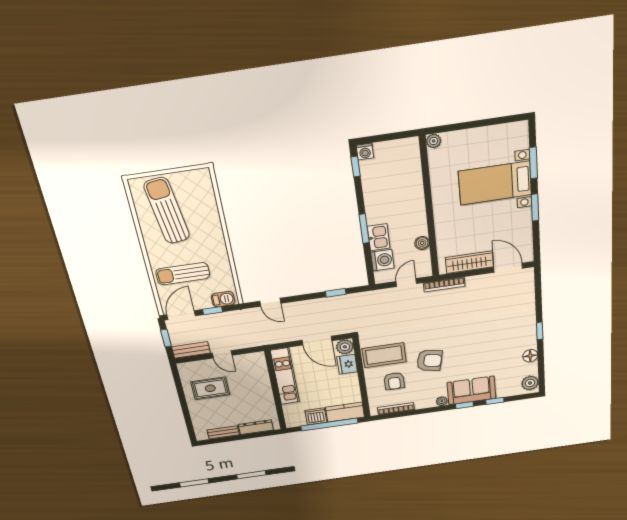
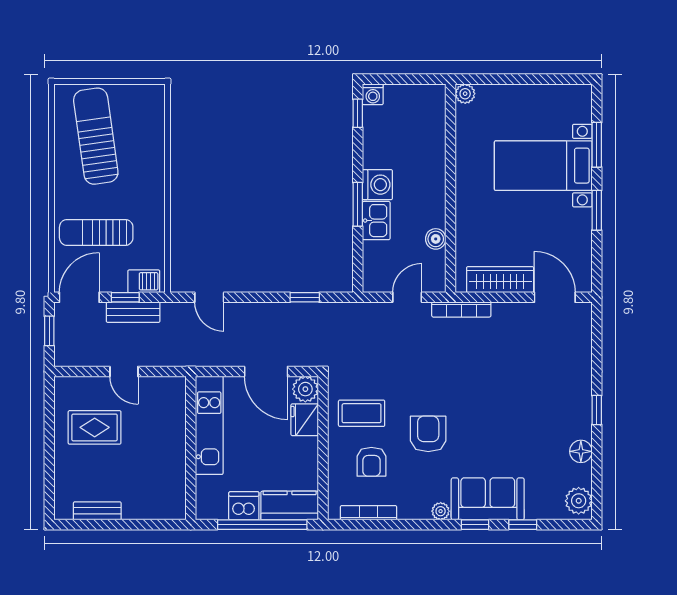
washing machine: (382, 260) -> (377, 185), moved
bench: (191, 350) -> (133, 312), moved
coffee table: (384, 355) -> (362, 413), width x0.73, depth x0.76
armchair: (429, 360) -> (428, 434), turned -102
dresser: (256, 427) -> (149, 510), removed

